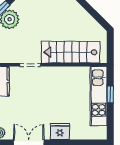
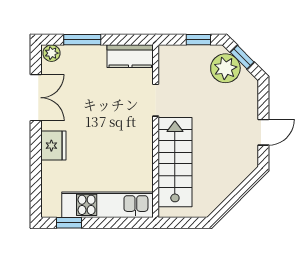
window: (110, 94) -> (69, 223), moved

